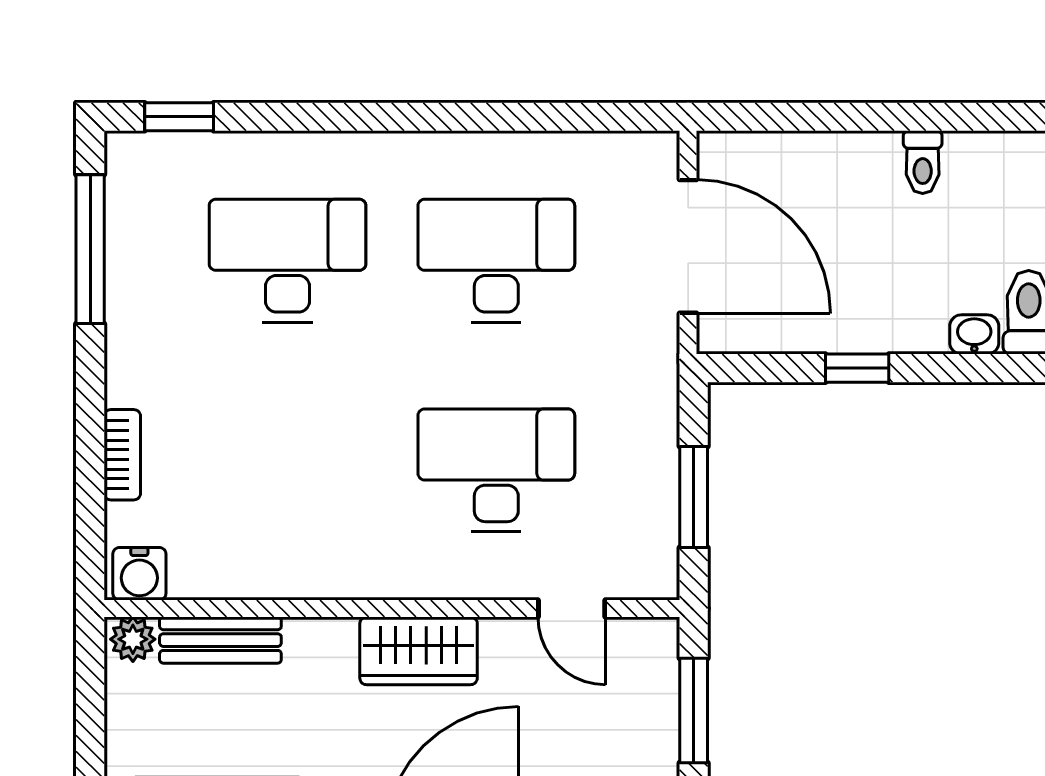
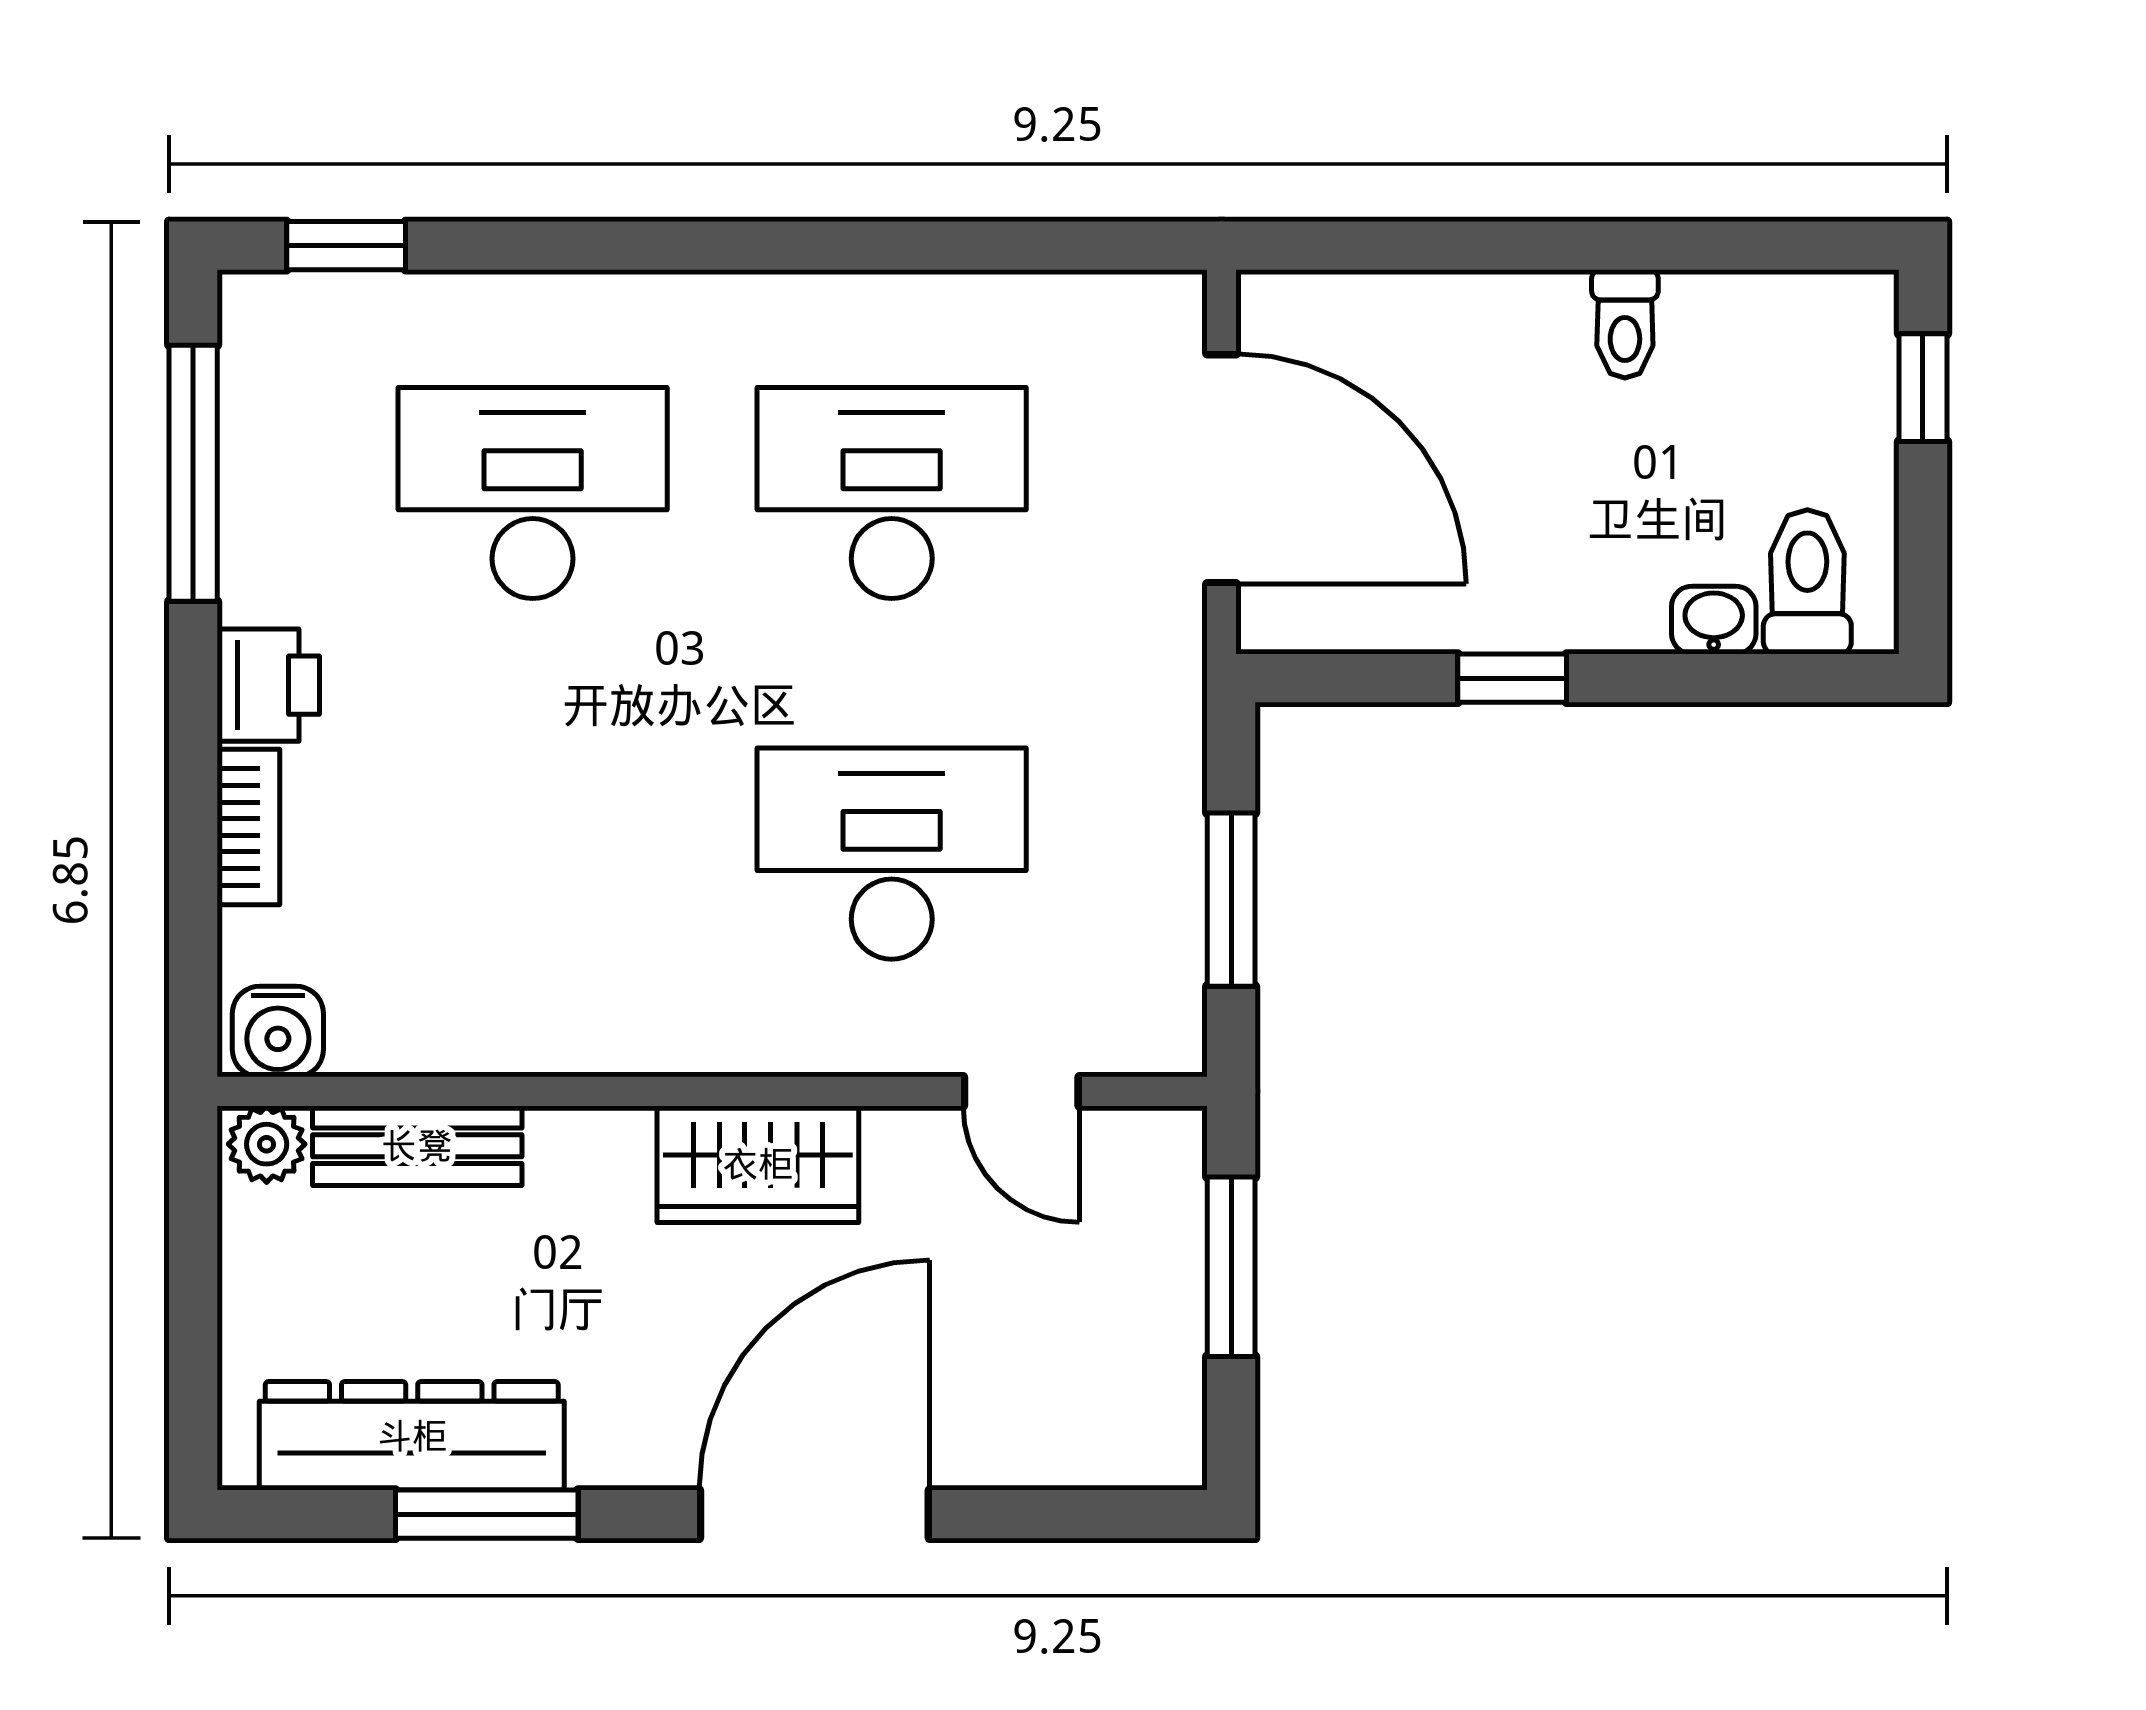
printer: (134, 372) -> (268, 685), added

